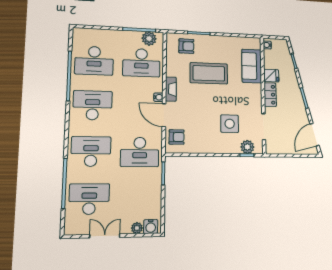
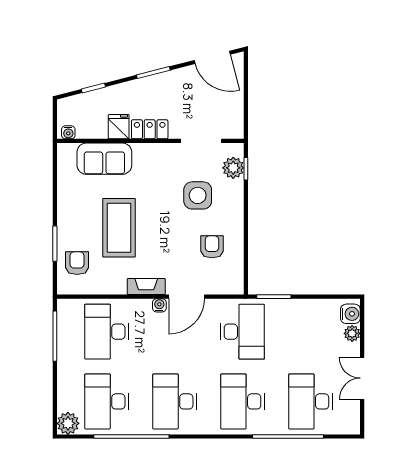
plant: (149, 39) -> (68, 423), moved
desk: (94, 61) -> (107, 401), turned 180
desk: (141, 63) -> (107, 332), turned 180
armchair: (177, 137) -> (212, 247), moved

